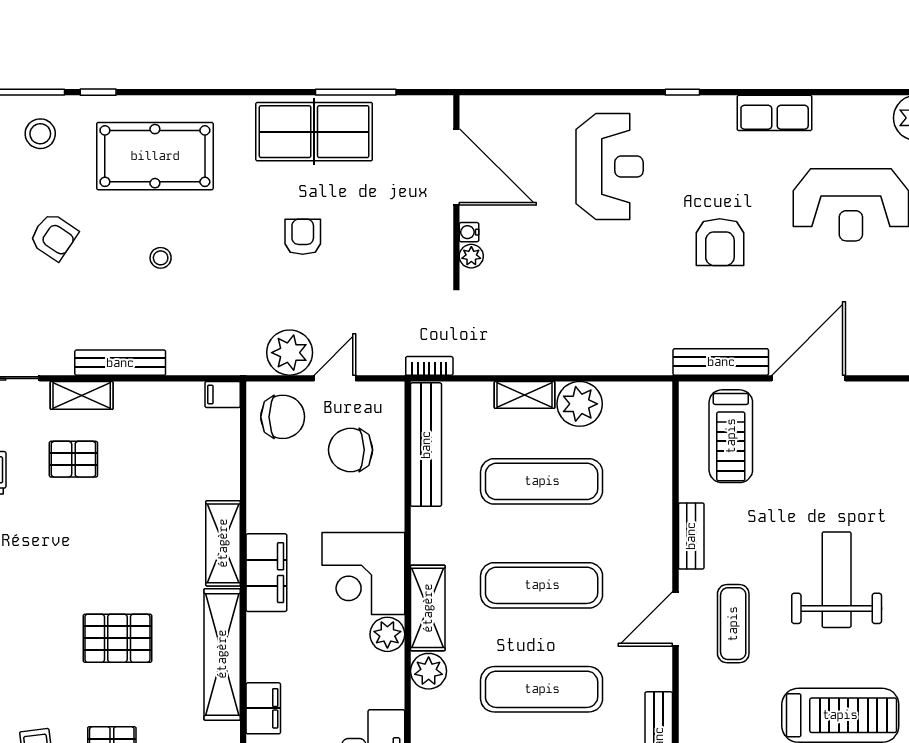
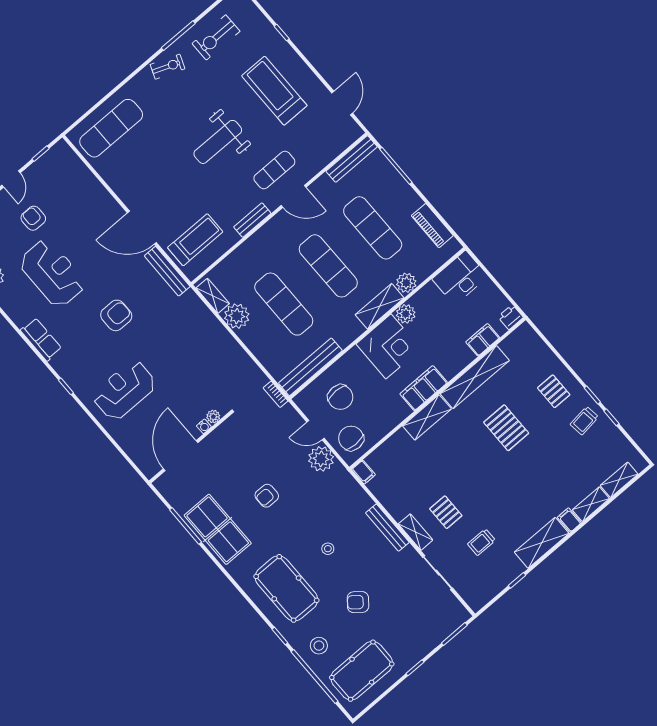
armchair: (54, 237) -> (358, 602), turned -85
shelving: (525, 395) -> (213, 296), moved

